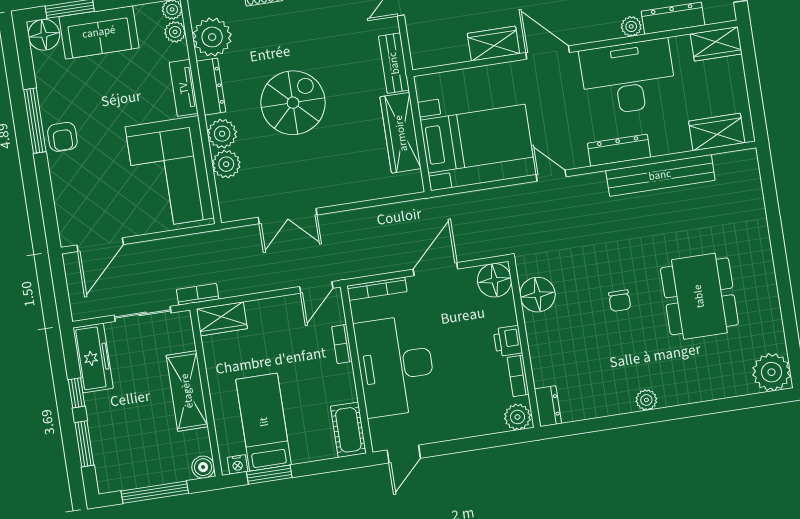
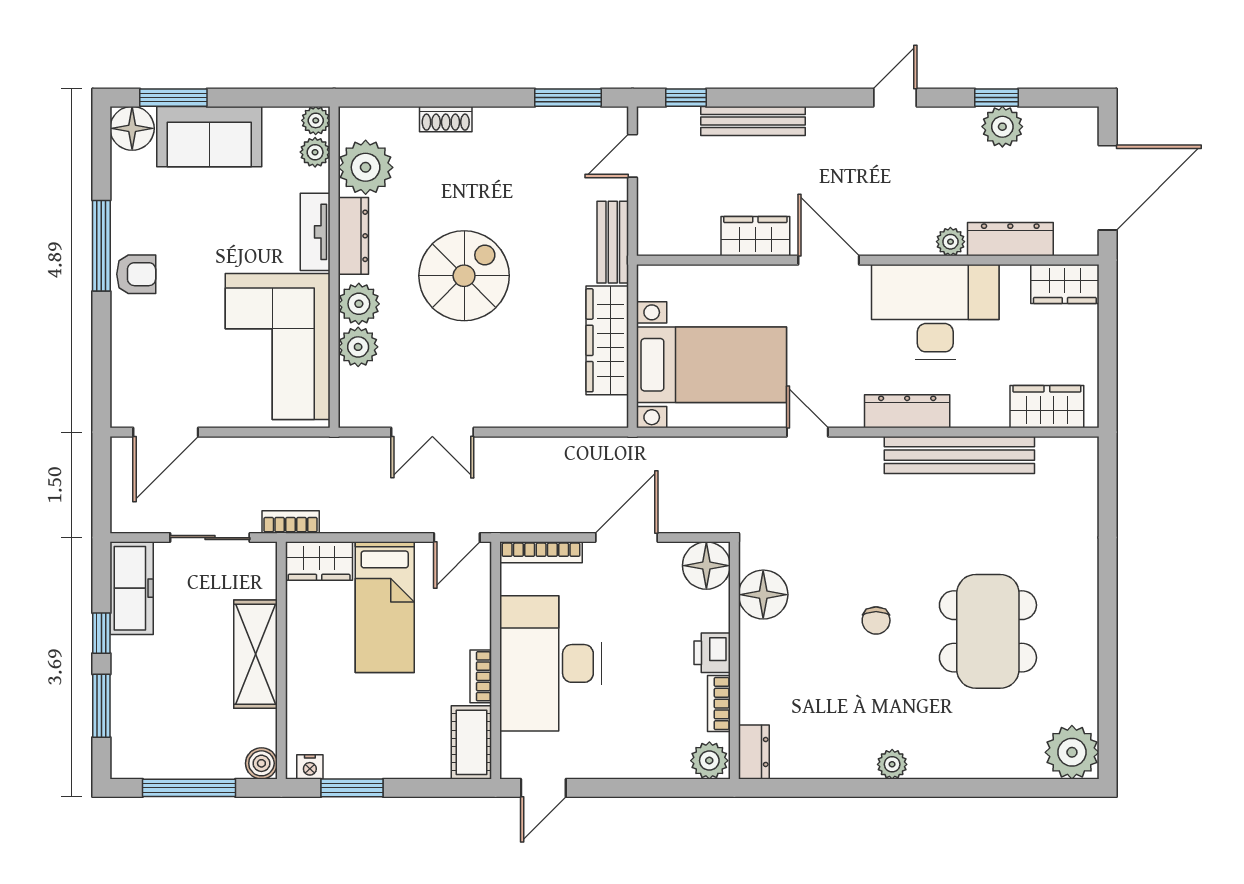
armchair: (62, 137) -> (136, 274), turned -90
bookcase: (342, 344) -> (481, 676), moved
bed: (264, 422) -> (385, 607), moved, turned 180

